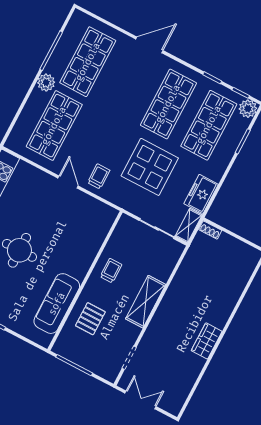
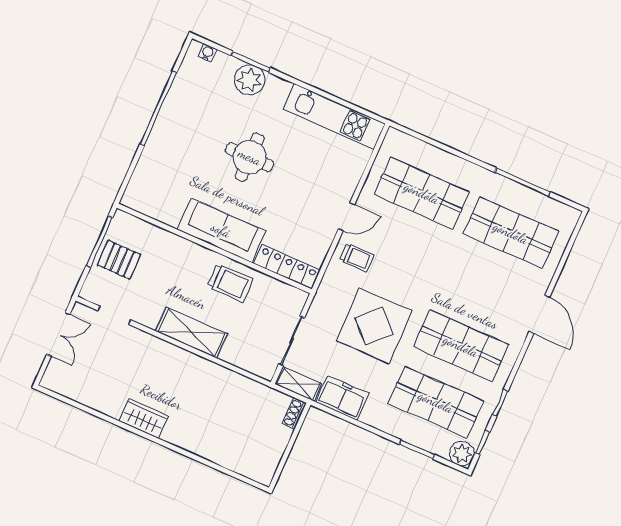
plant: (46, 83) -> (479, 178), removed
locker: (102, 228) -> (287, 267), added
trolley: (111, 271) -> (230, 283), width x1.36, depth x1.39
sofa: (57, 304) -> (221, 230), moved
pallet: (90, 319) -> (119, 260), moved

